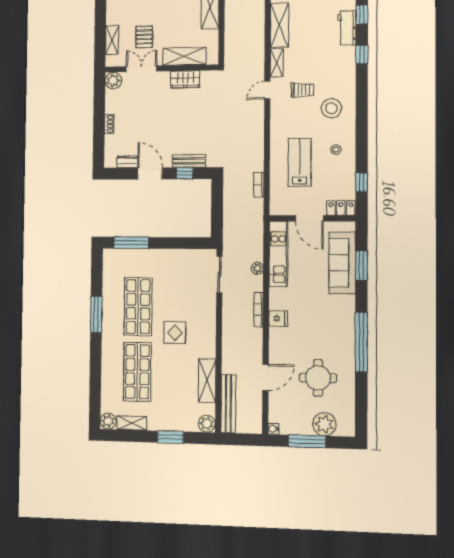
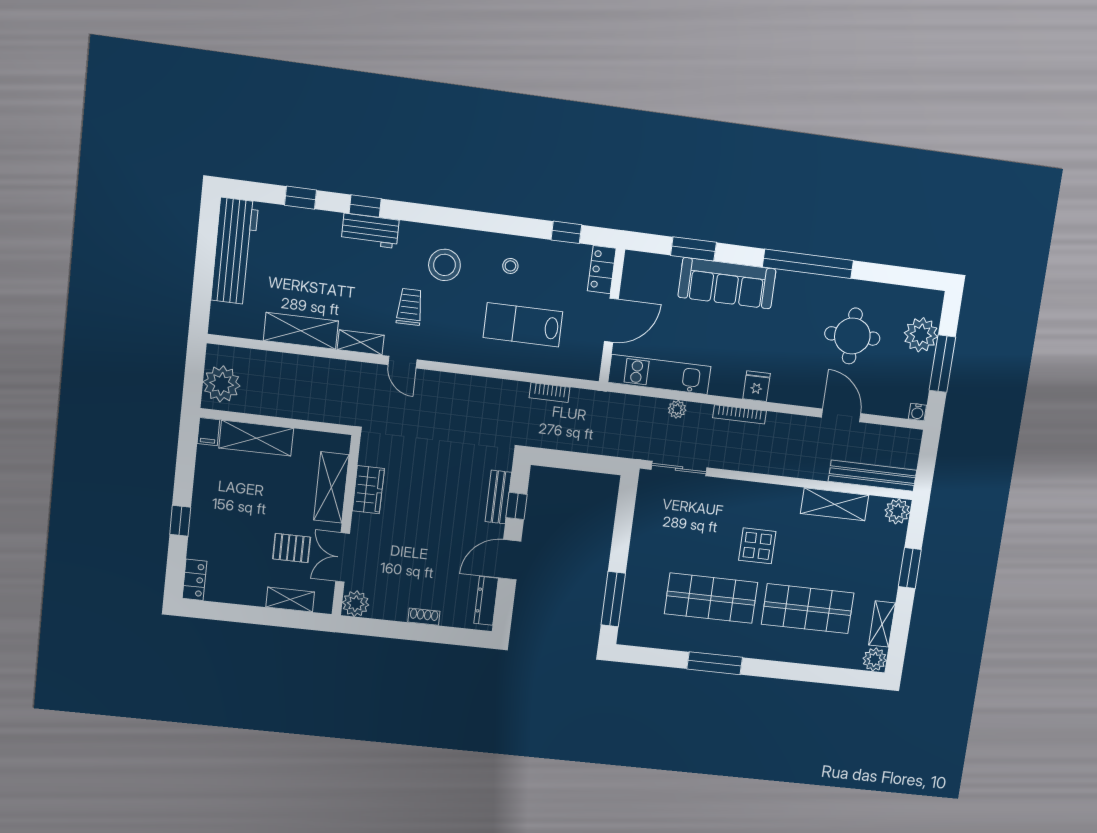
workbench: (347, 28) -> (370, 231), moved
dresser: (127, 162) -> (486, 601), width x1.44
sofa: (342, 263) -> (727, 283), moved

